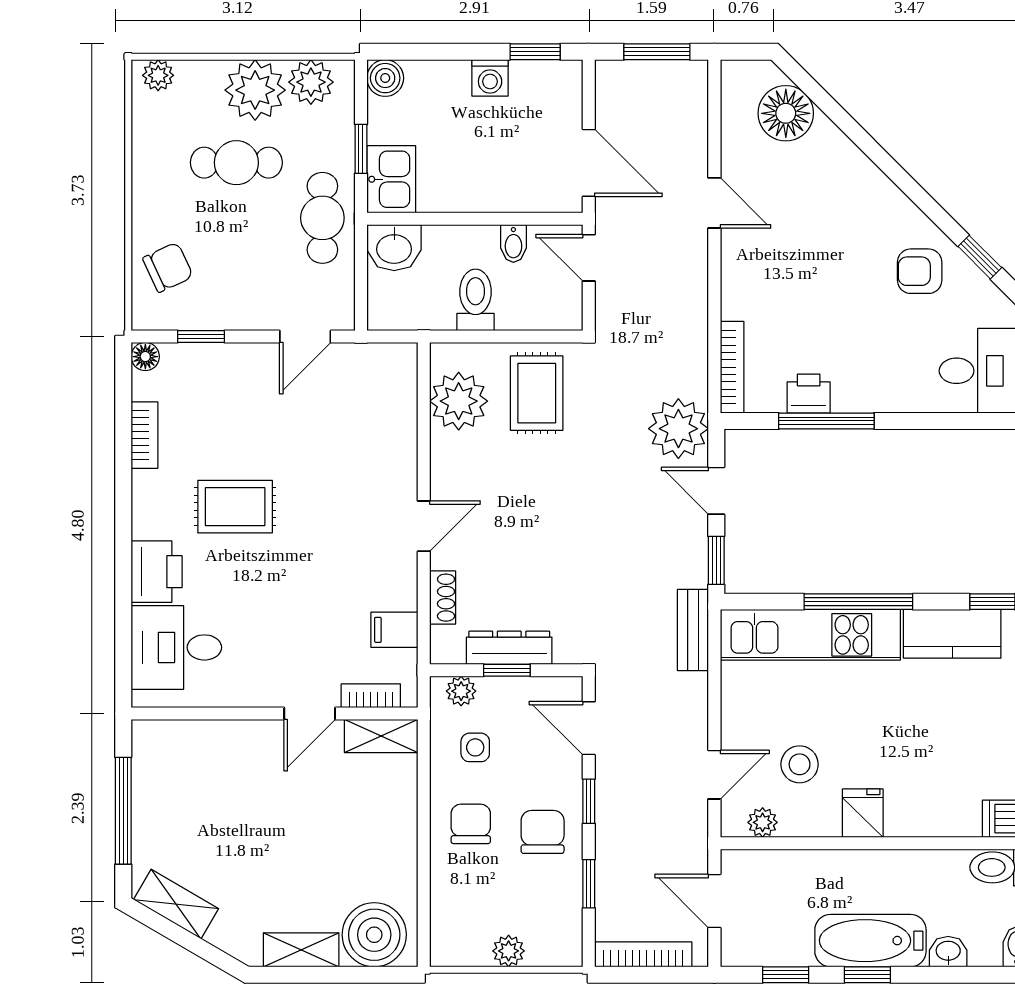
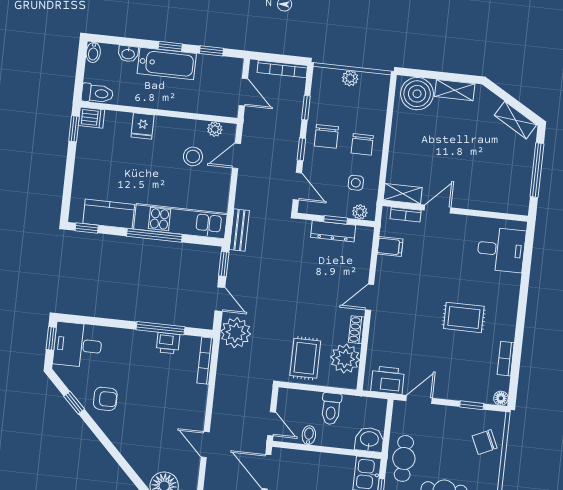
printer: (157, 572) -> (388, 380), moved, turned 90
shoe rack: (443, 598) -> (356, 330), moved
fridge: (863, 813) -> (143, 126), moved

